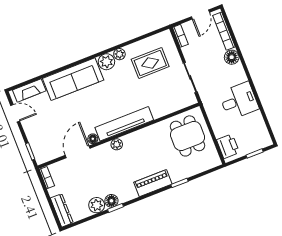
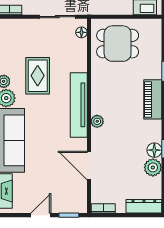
rug: (150, 63) -> (38, 76), moved
door: (15, 113) -> (41, 215), moved
floor lamp: (93, 139) -> (81, 32), moved

